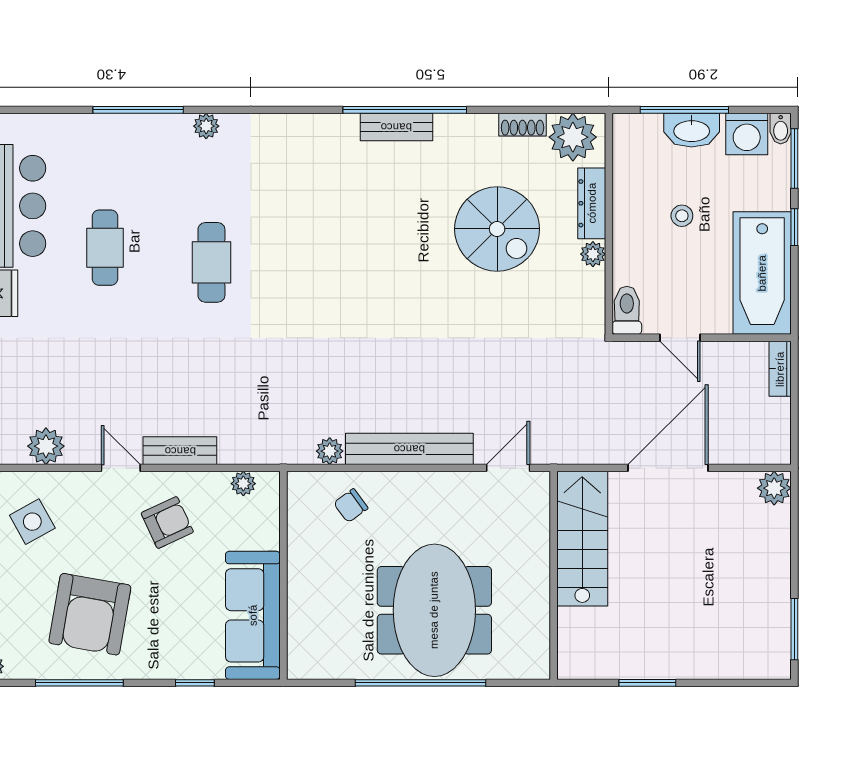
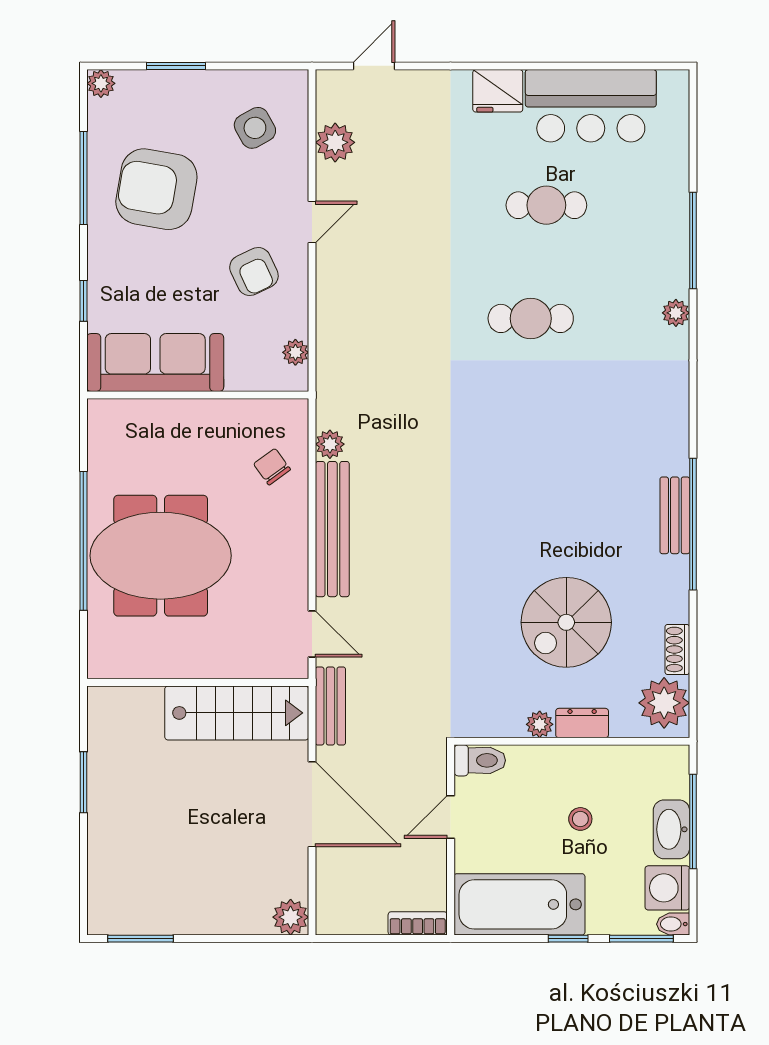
dresser: (592, 203) -> (582, 723), width x0.70
bench: (180, 451) -> (330, 706), moved

